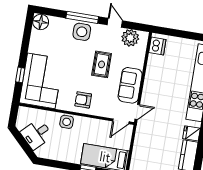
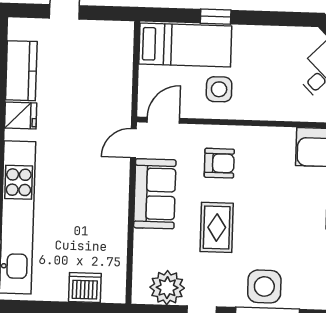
dishwasher: (157, 46) -> (85, 287), moved, turned 90
armchair: (83, 100) -> (219, 163), moved
side table: (67, 122) -> (219, 89), moved

